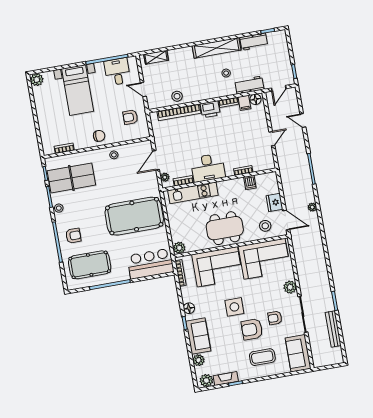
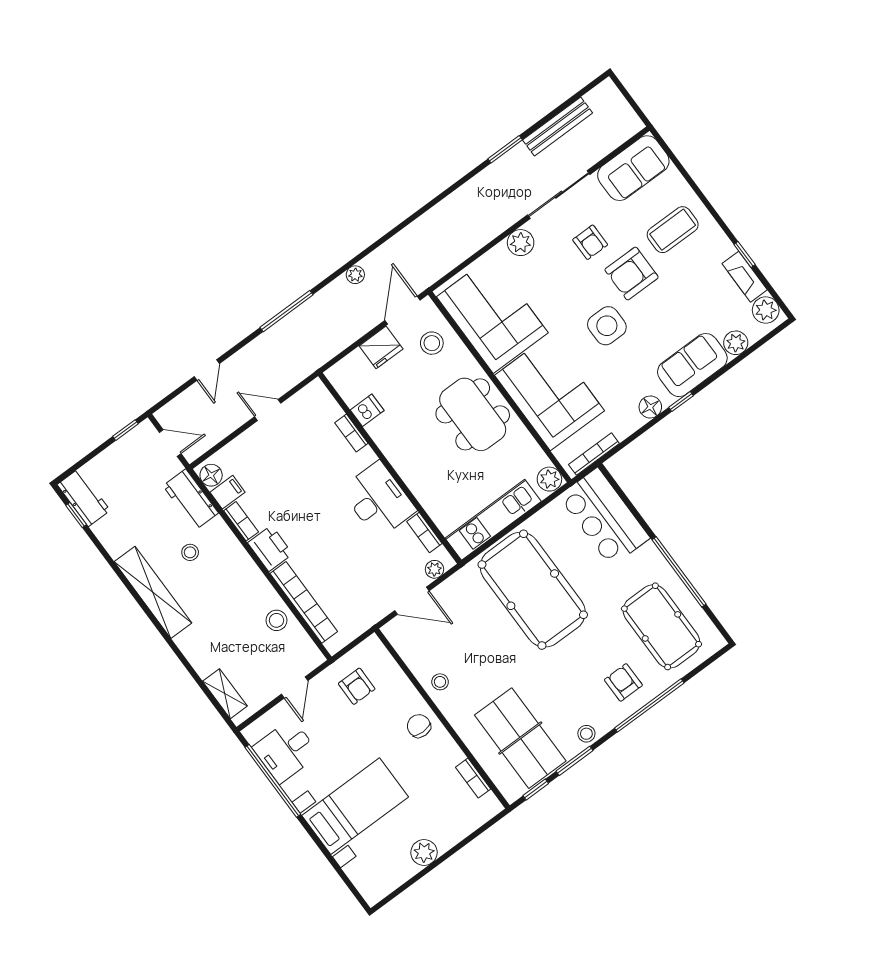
workbench: (254, 42) -> (84, 498), moved
plant: (37, 80) -> (424, 853), moved
kitchen unit: (193, 193) -> (493, 520), moved, turned -90
armchair: (252, 329) -> (632, 274), turned 90
coffee table: (262, 357) -> (673, 230), turned 90

